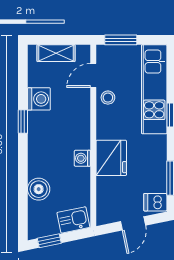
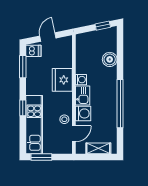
window: (121, 40) -> (41, 157), moved
washing machine: (39, 99) -> (83, 113), moved, turned 180
window: (23, 121) -> (120, 104), width x3.17
kitchen sink: (73, 220) -> (83, 95), moved, turned -78

